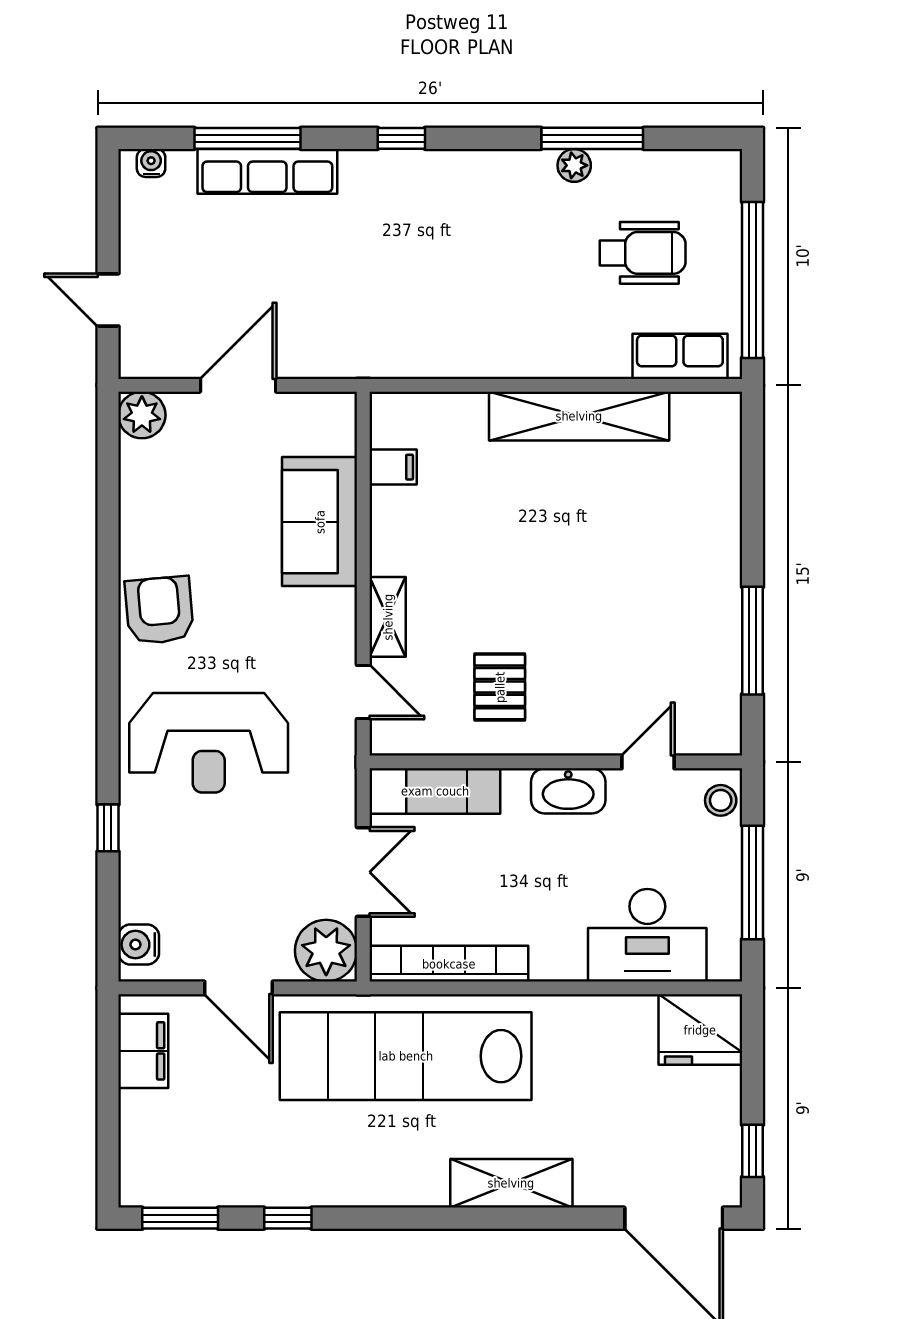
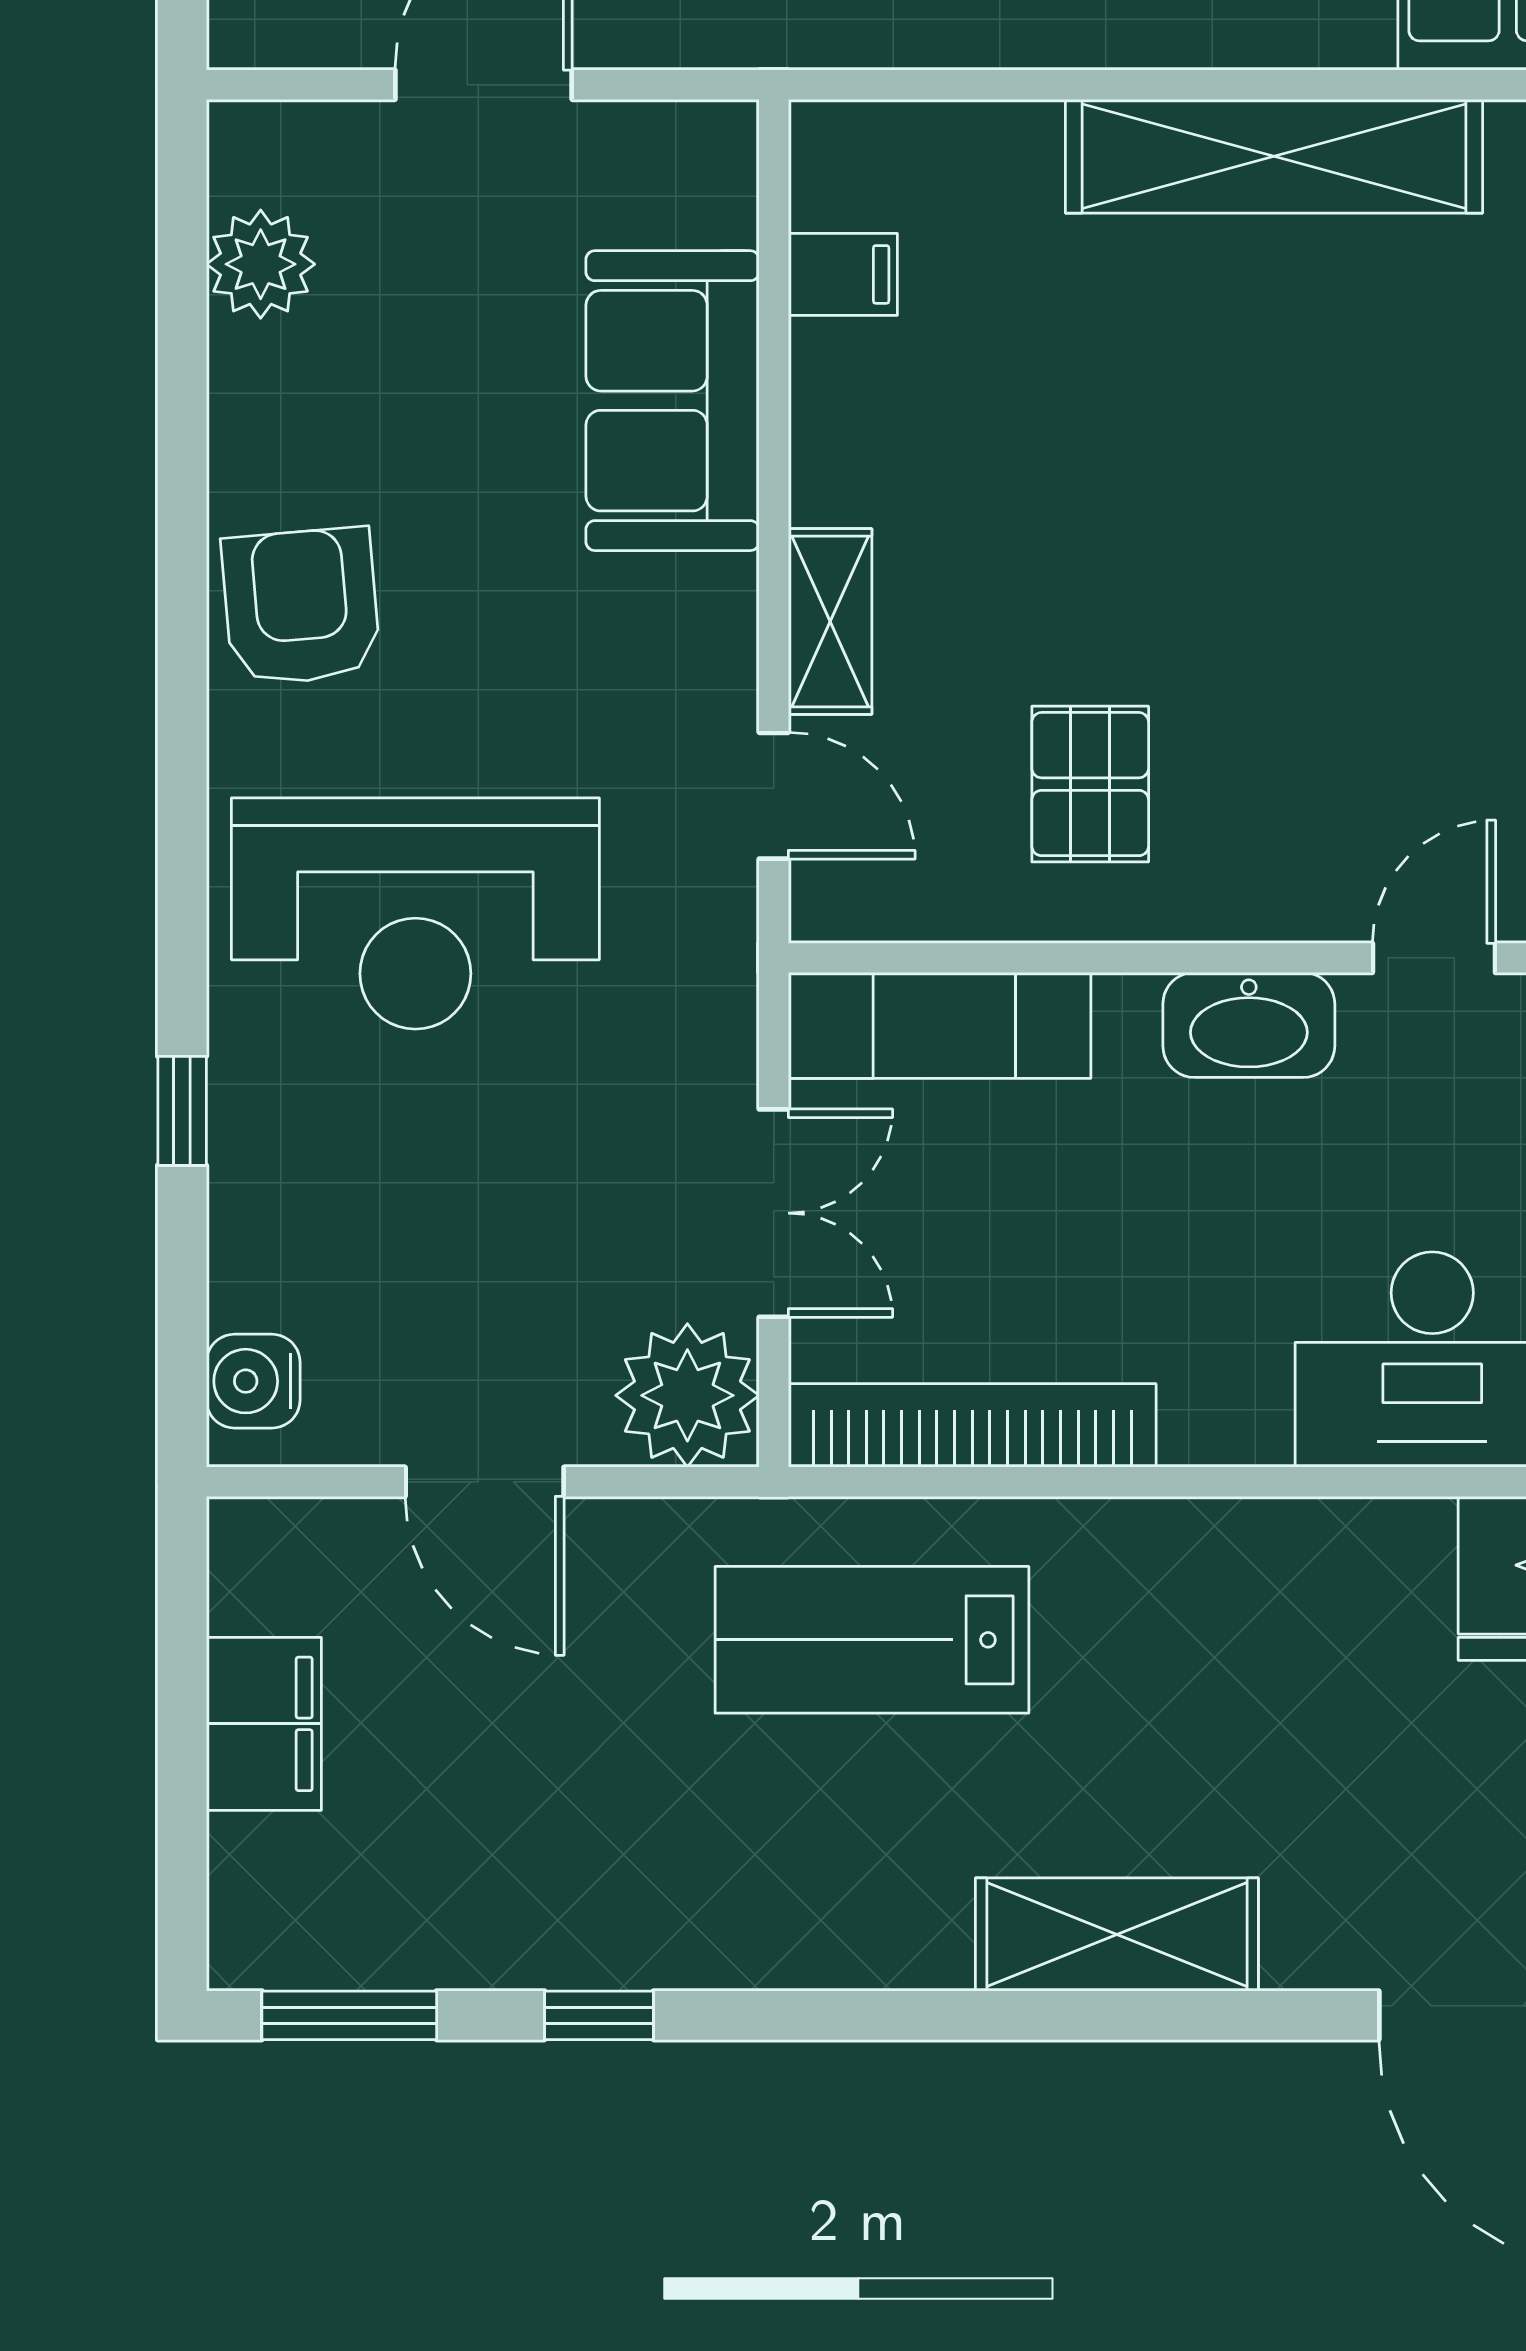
plant: (142, 415) -> (261, 264), moved
filing cabinet: (143, 1051) -> (264, 1724), moved
lab bench: (406, 1056) -> (872, 1640), width x0.54, depth x0.72

